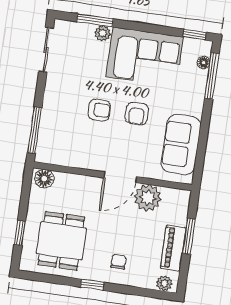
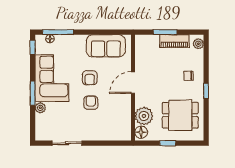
window: (95, 20) -> (33, 93), moved
sliding door: (46, 50) -> (67, 143), moved
armchair: (137, 114) -> (90, 78), turned 90
window: (35, 130) -> (110, 143), removed
door: (120, 177) -> (133, 83), swing flipped
plant: (148, 198) -> (144, 116), moved
window: (20, 233) -> (168, 143), moved

